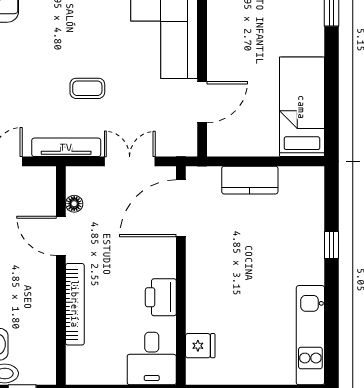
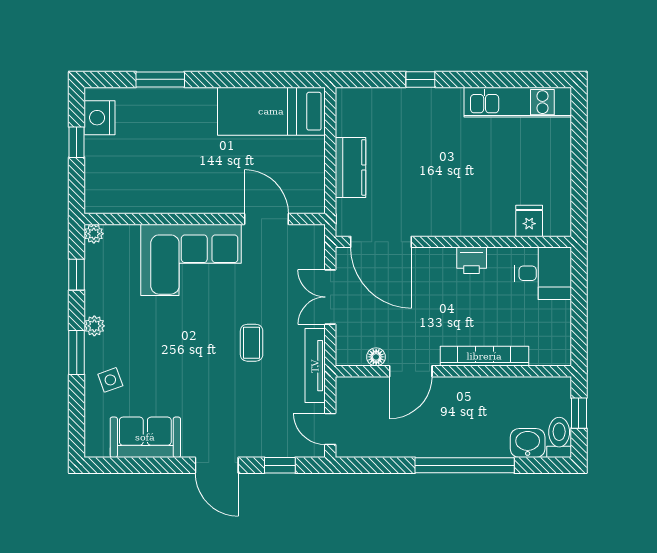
printer: (161, 297) -> (472, 260), width x0.73, depth x0.81

